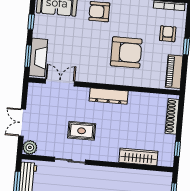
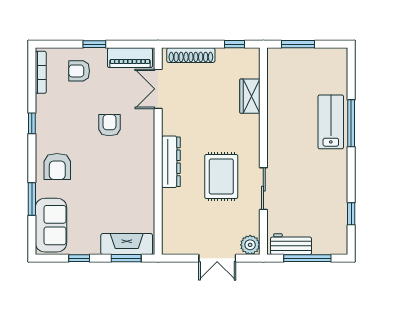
armchair: (126, 52) -> (109, 125), width x0.53, depth x0.53
double door: (60, 82) -> (158, 89), moved
dresser: (109, 96) -> (171, 162), moved
rug: (82, 131) -> (221, 176), width x1.36, depth x1.43
wardrobe: (138, 157) -> (250, 96), width x0.67

